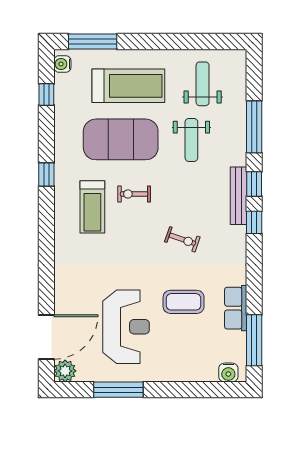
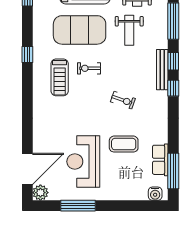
row of seats: (236, 308) -> (160, 160), moved
reception desk: (126, 327) -> (83, 162), turned 180

